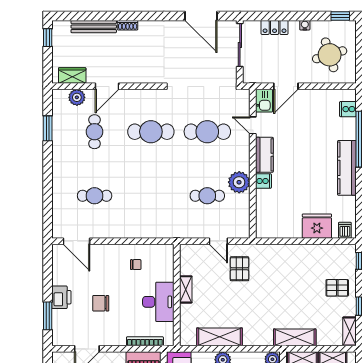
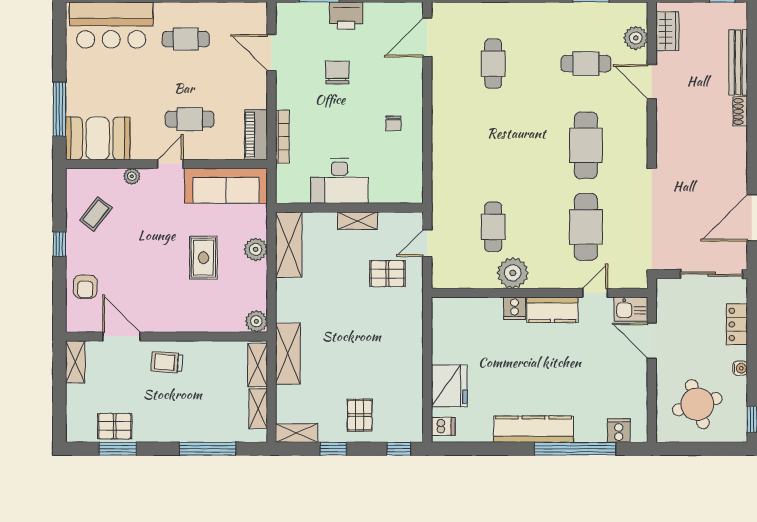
shelving: (186, 289) -> (357, 221), moved
wall: (177, 295) -> (349, 208), moved
desk: (158, 302) -> (339, 181), moved

